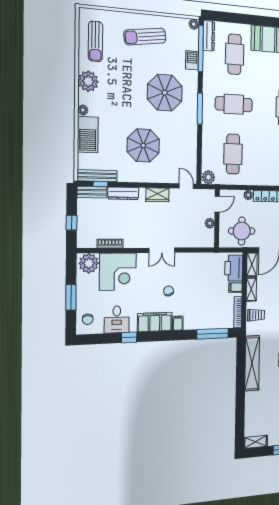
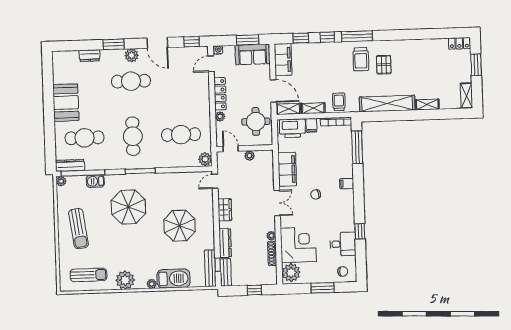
plant: (129, 243) -> (271, 236), added
filing cabinet: (155, 322) -> (287, 169), moved, turned 180
shelving: (249, 403) -> (427, 105), added

